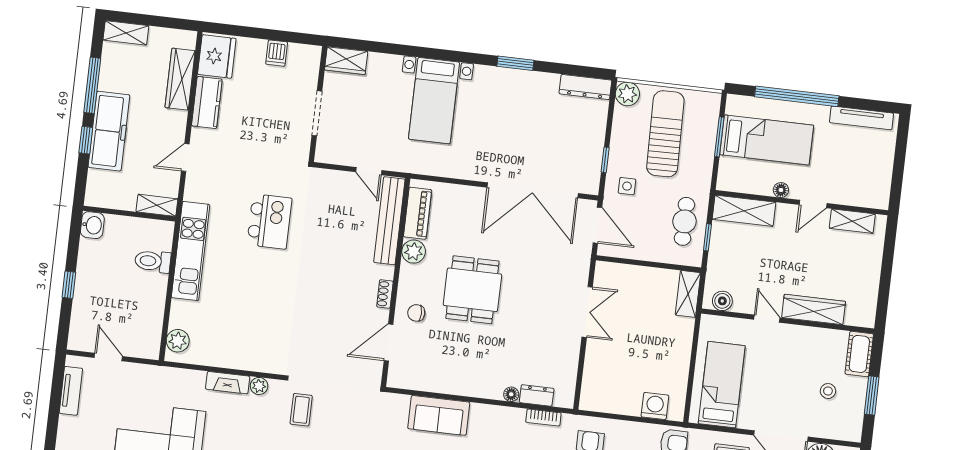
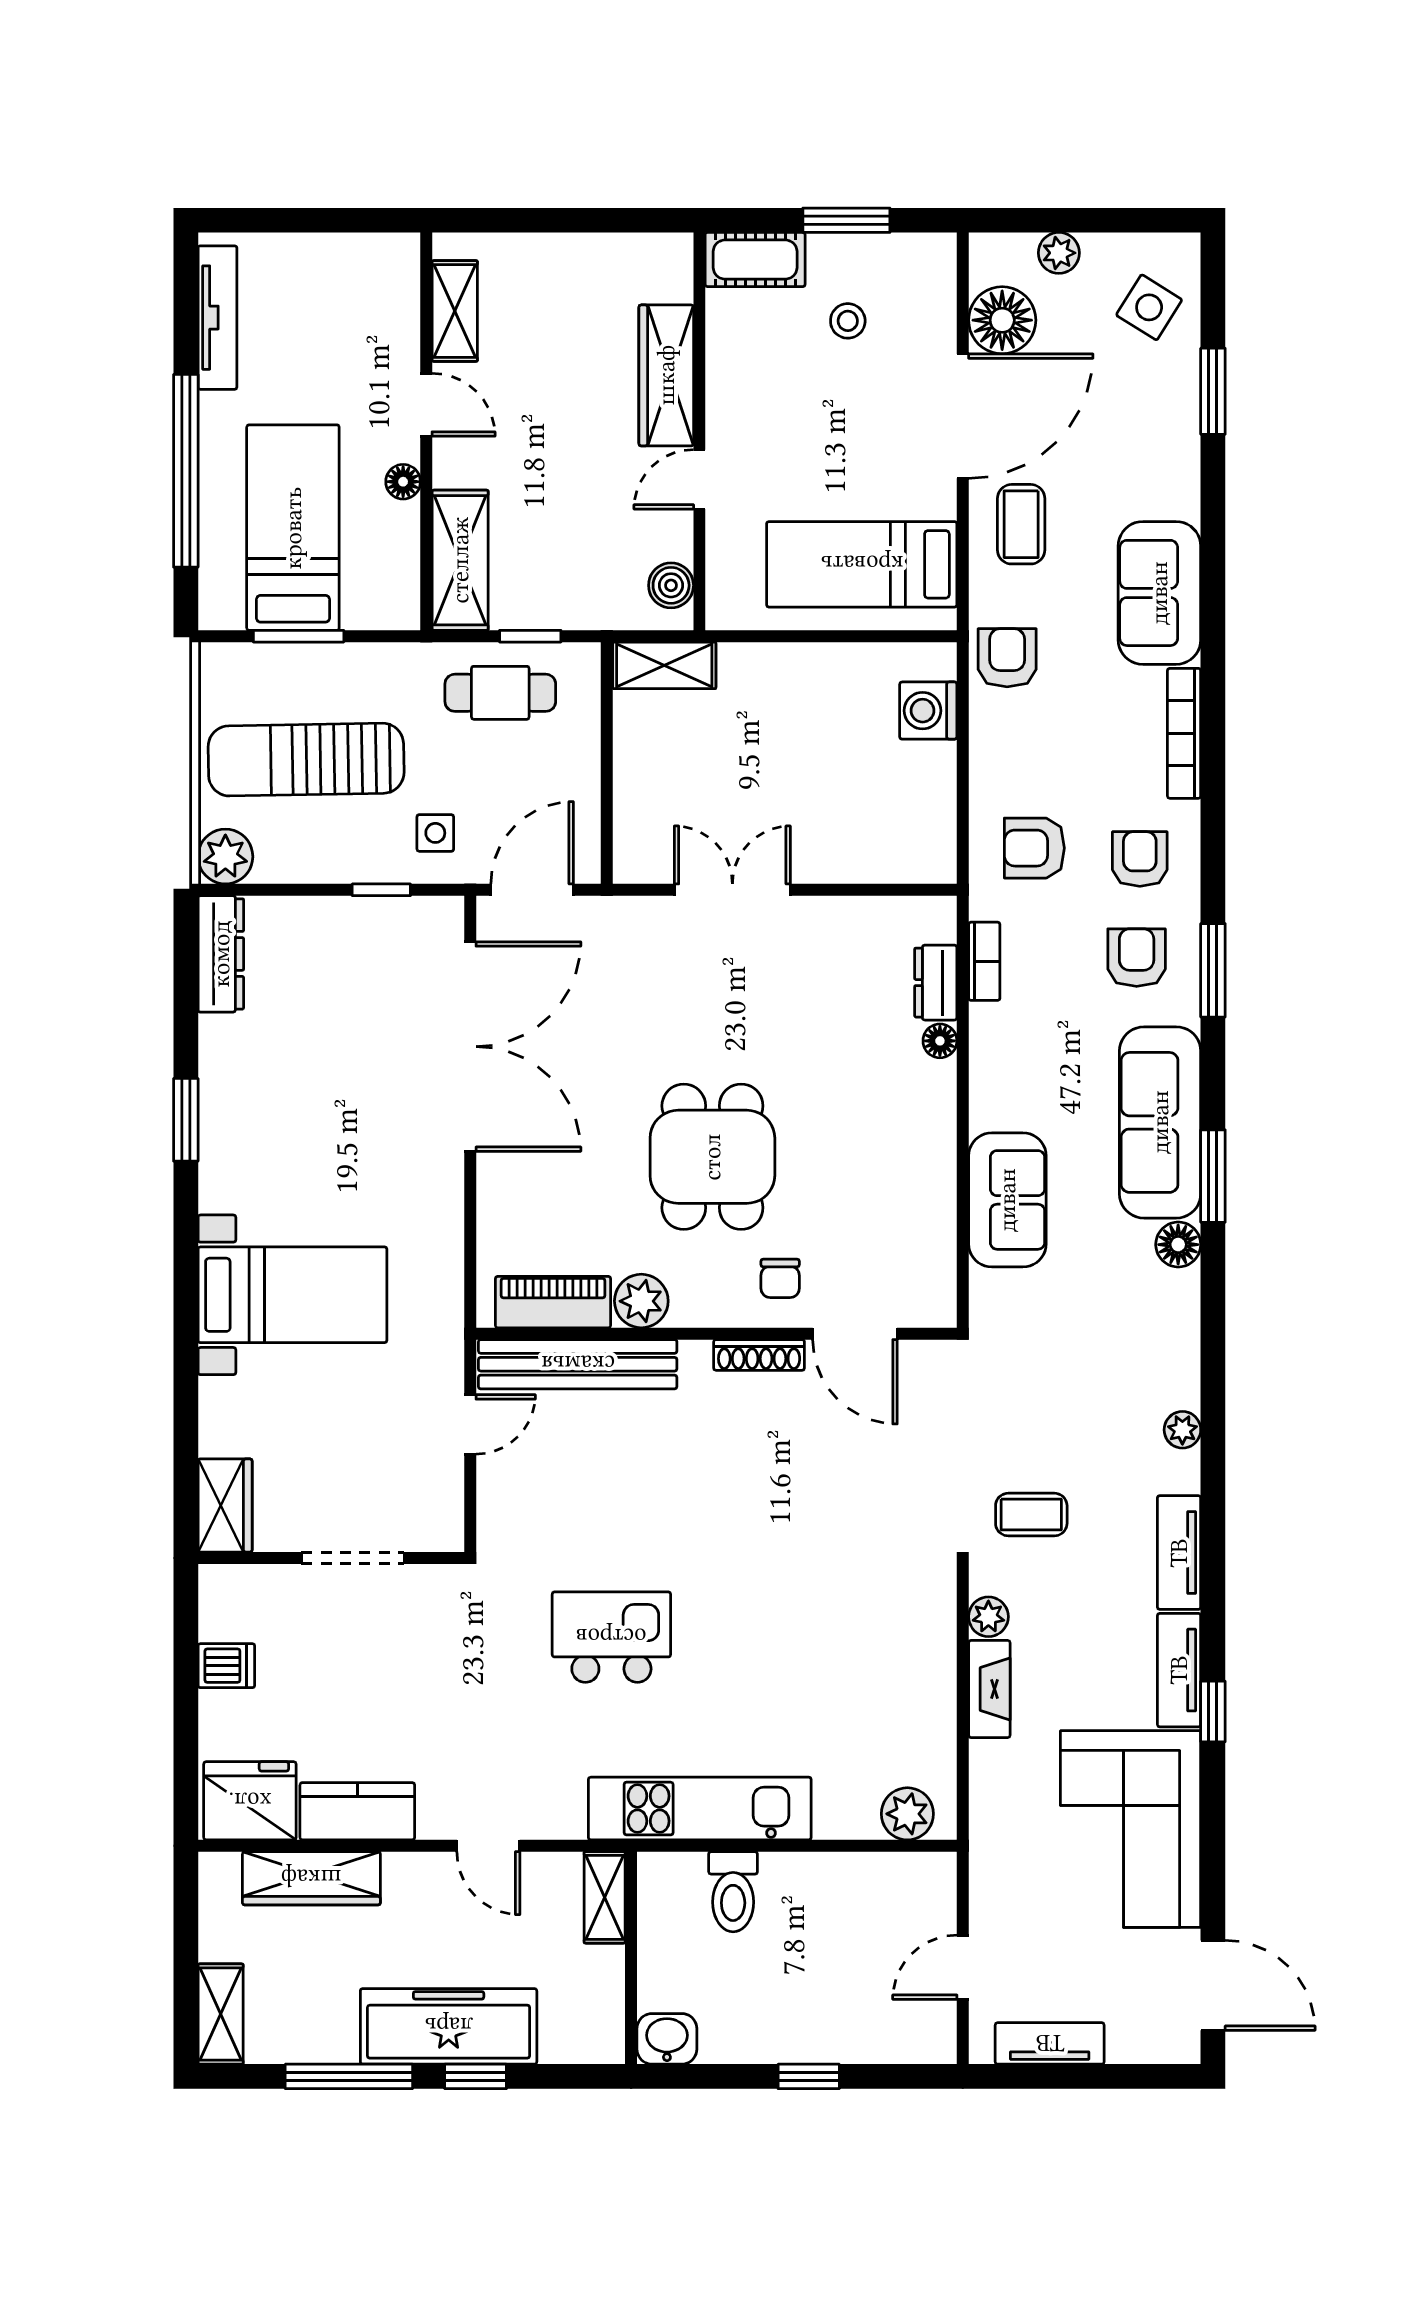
dining table: (472, 290) -> (712, 1157), turned 90
shoe rack: (385, 294) -> (759, 1355), width x1.43

